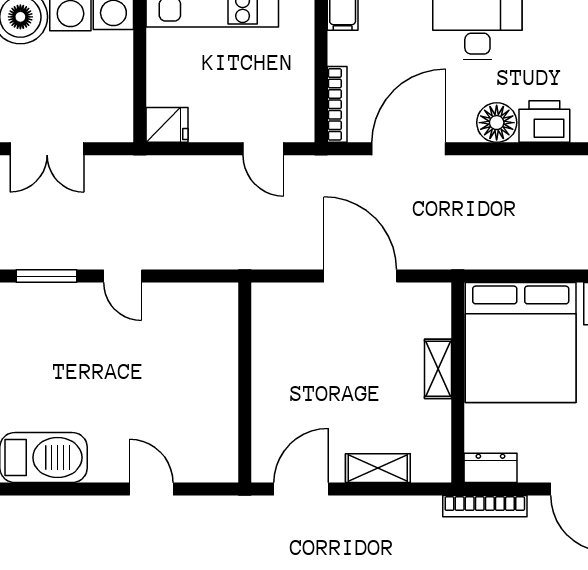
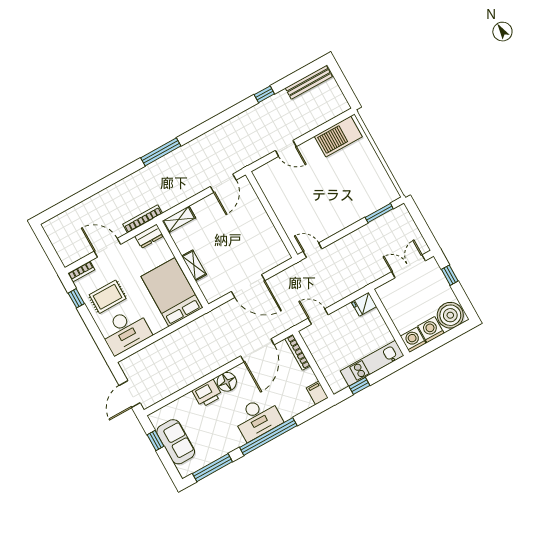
door: (123, 276) -> (313, 250), moved
bed: (521, 342) -> (172, 292), width x0.73
shelving: (378, 468) -> (179, 219), moved

